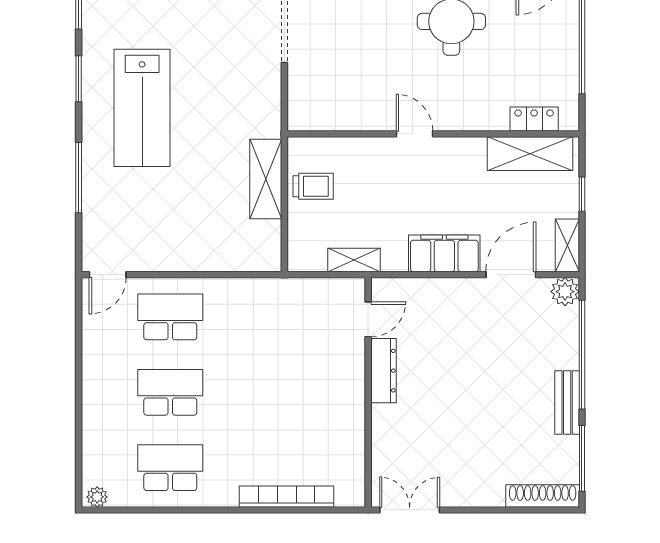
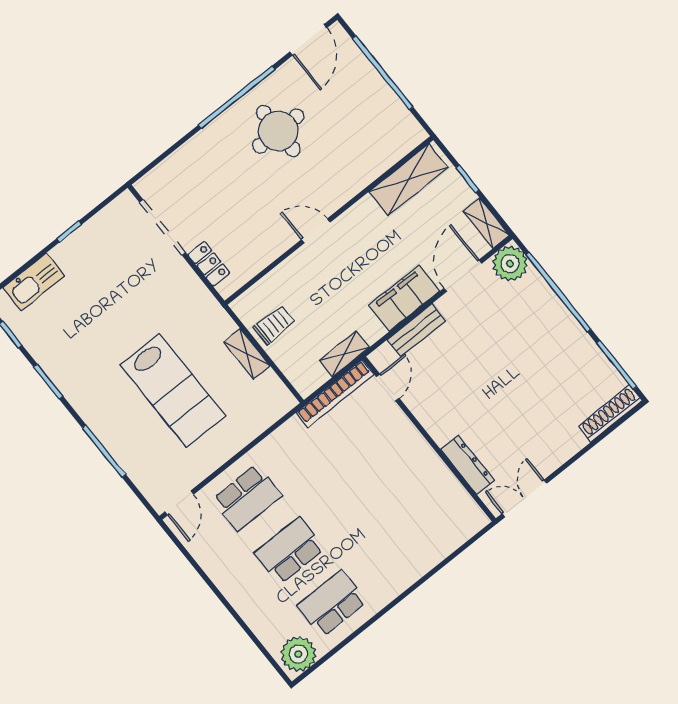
lab bench: (142, 108) -> (173, 390), moved
locker: (534, 119) -> (209, 264), moved, turned 90
shelving: (266, 179) -> (247, 354), width x0.67, depth x0.75
plant: (565, 292) -> (510, 264), width x1.36, depth x1.36
school desk: (170, 317) -> (247, 498), turned 180
dresser: (383, 371) -> (468, 465), moved
bench: (567, 403) -> (416, 330), moved, turned 90
plant: (97, 497) -> (298, 654), width x1.88, depth x1.88
bookcase: (287, 497) -> (335, 394), moved, turned 180

